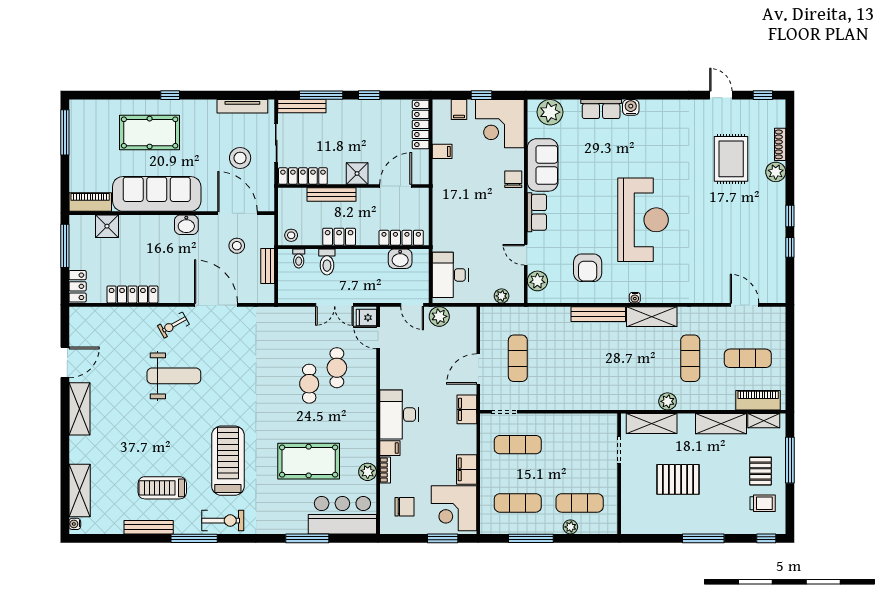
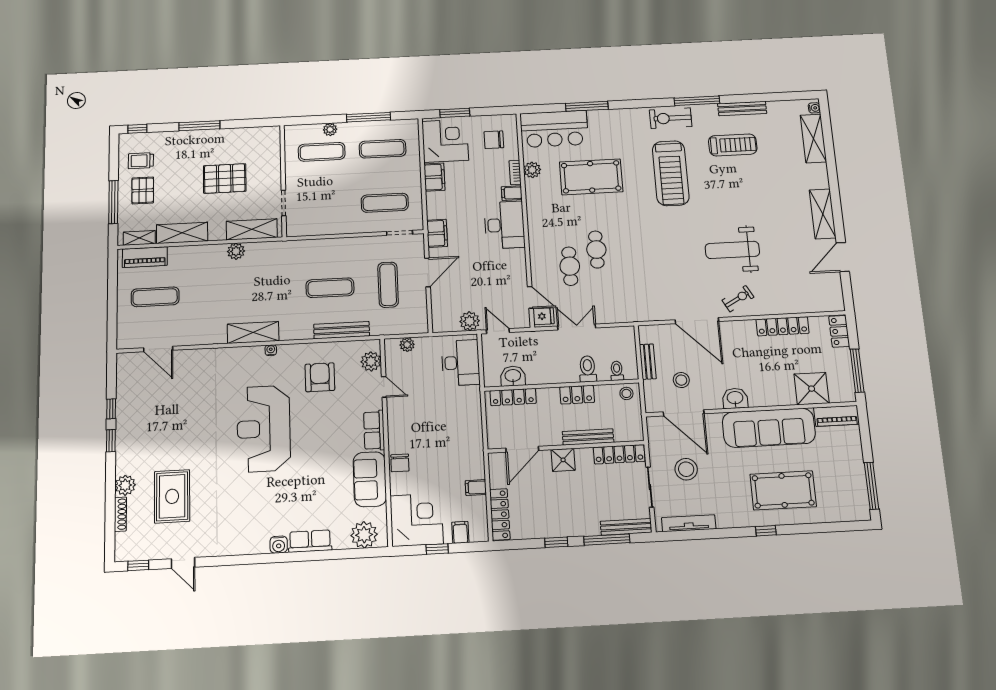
shower: (107, 226) -> (812, 389), width x1.36, depth x1.36
bench: (598, 314) -> (342, 330), moved
exercise mat: (690, 358) -> (330, 288), moved, turned 90

